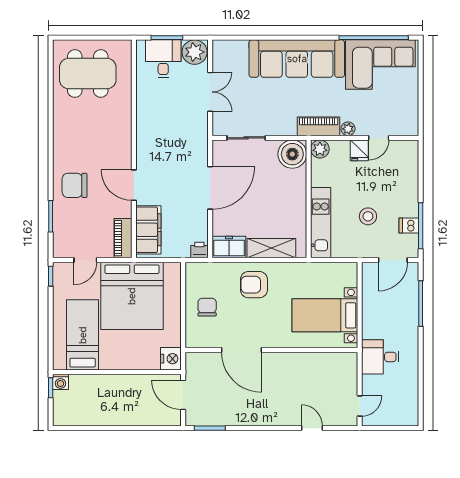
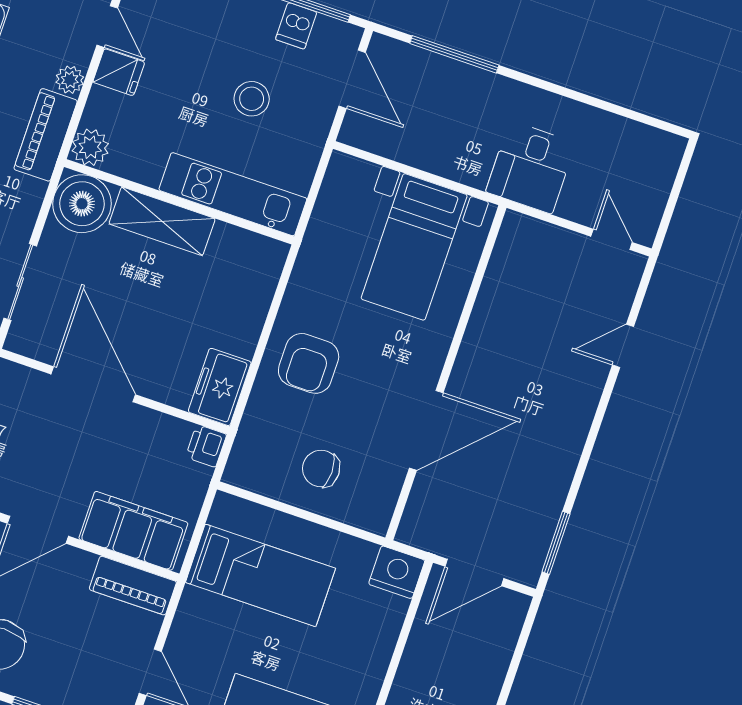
shelving: (271, 248) -> (162, 221), moved, turned 90
bed: (132, 296) -> (260, 575), width x0.49

